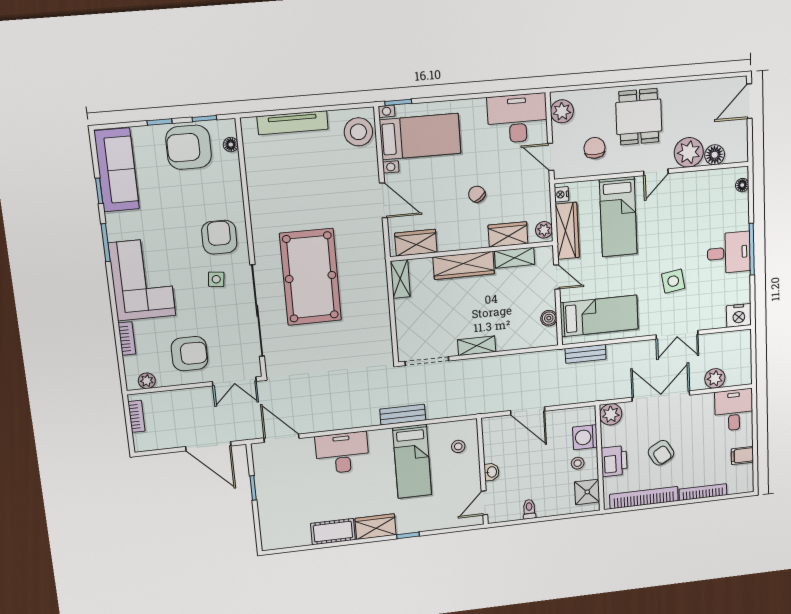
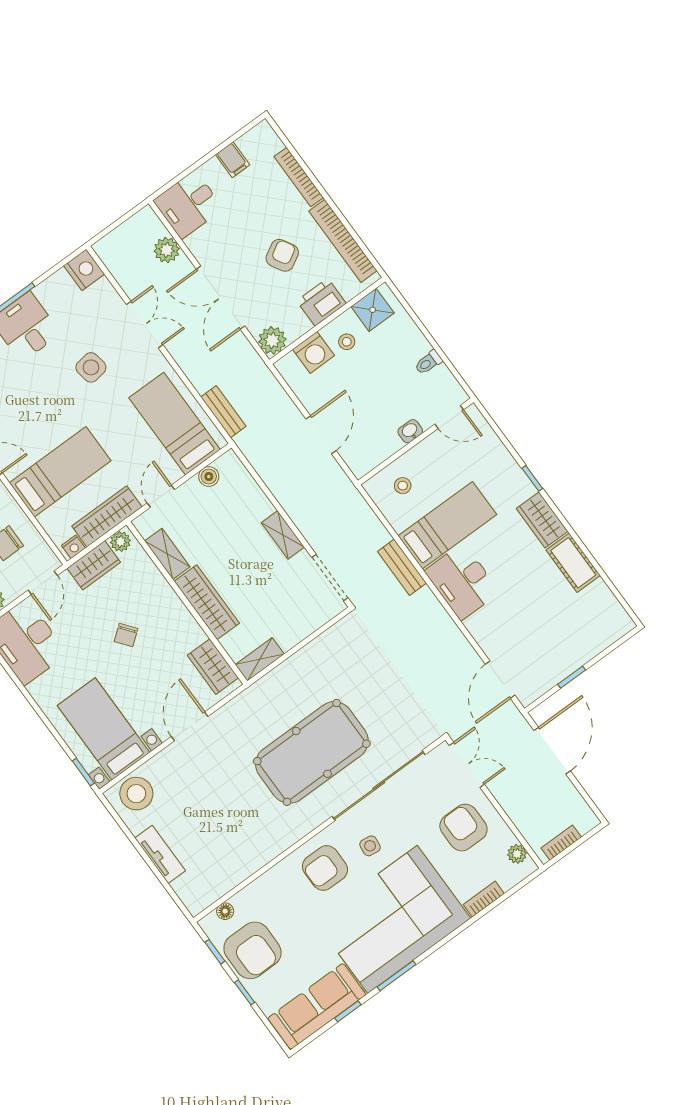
tv unit: (293, 123) -> (160, 854), width x0.71
wardrobe: (508, 234) -> (94, 565), moved, turned -90
corner sofa: (142, 279) -> (393, 919), width x1.36, depth x1.36
desk: (342, 453) -> (462, 582), moved

